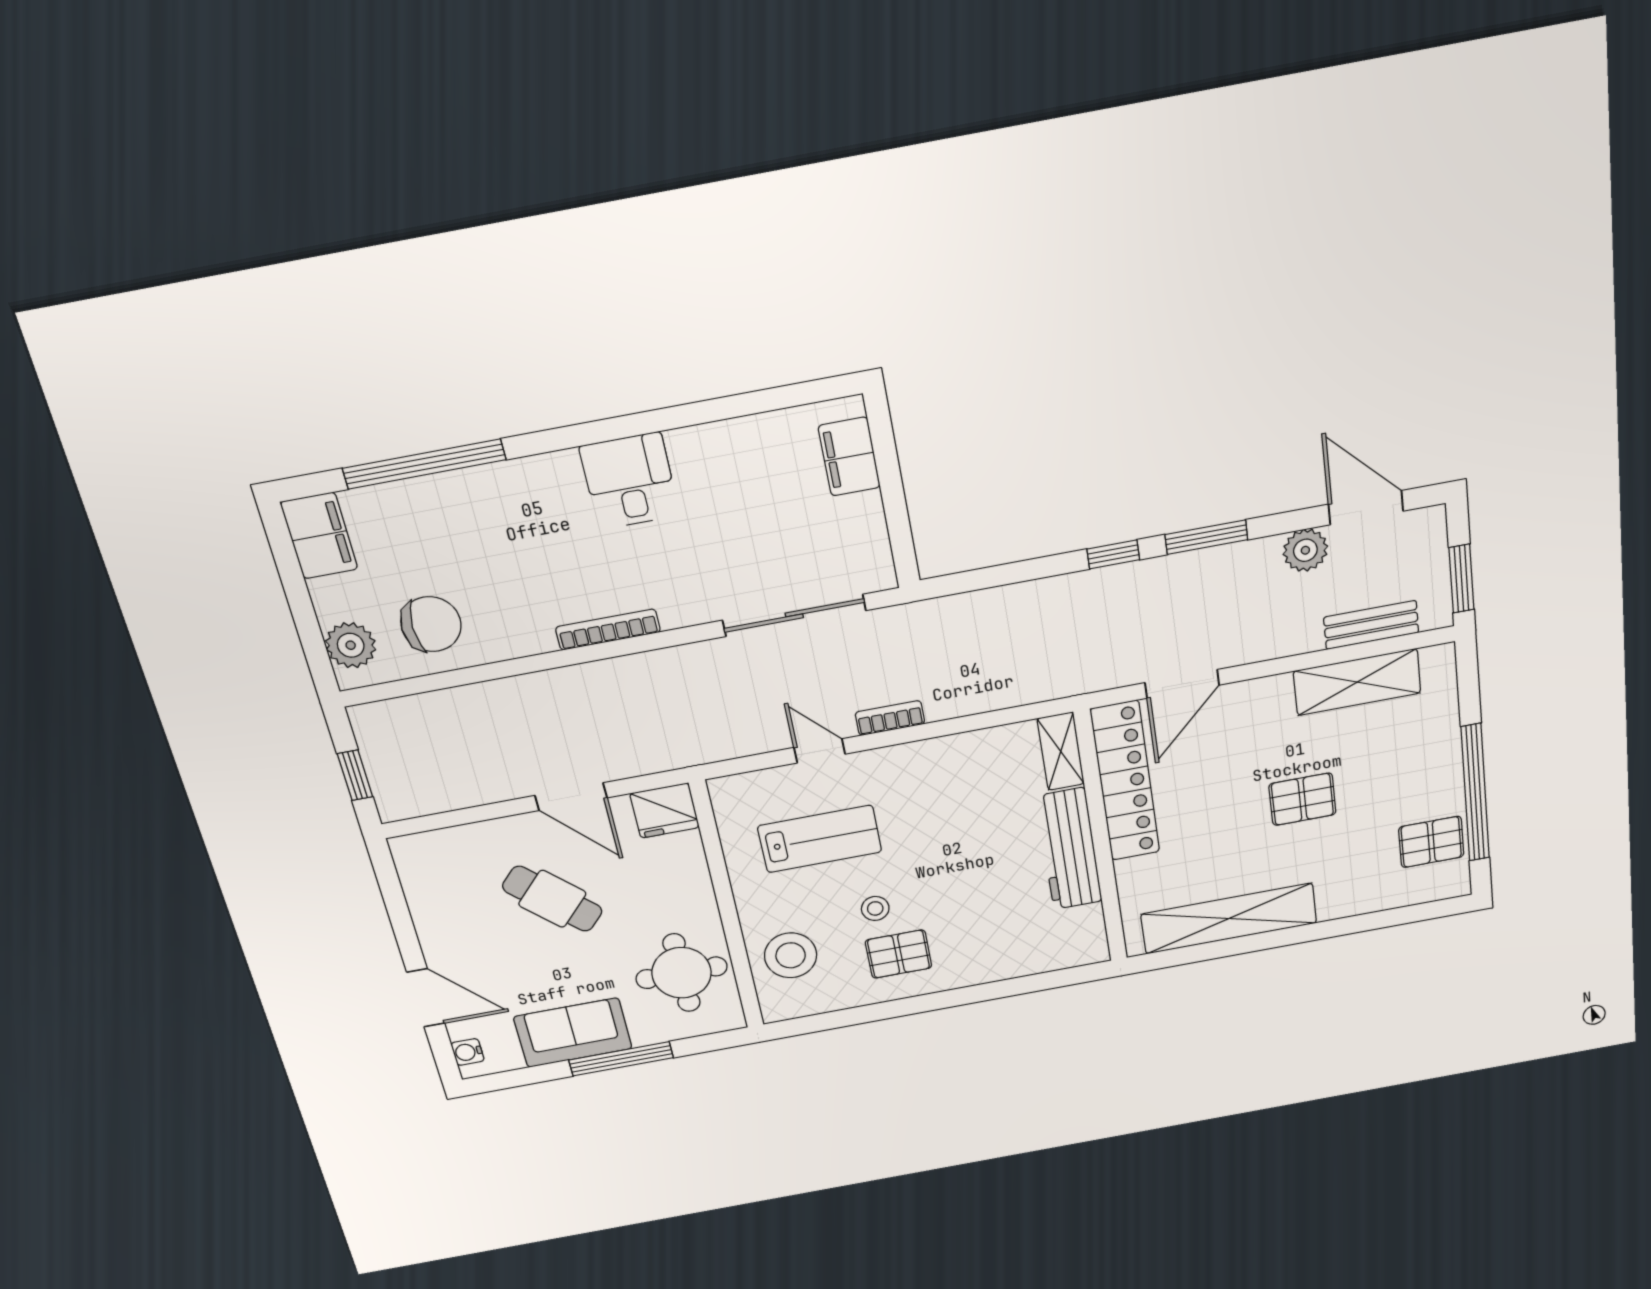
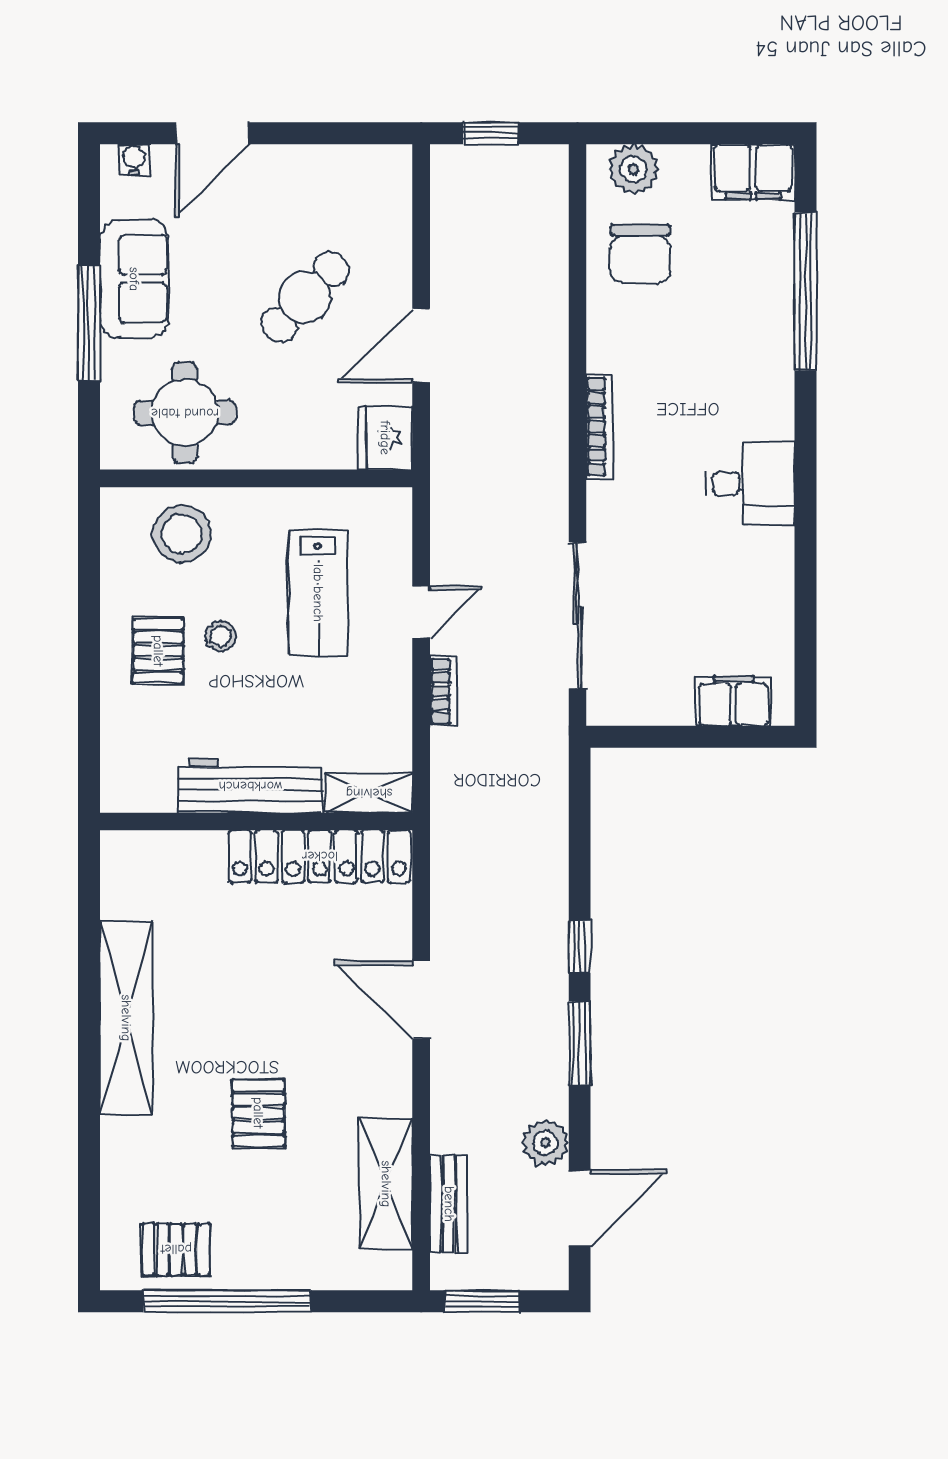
shelving: (1061, 751) -> (369, 793), moved
locker: (1125, 781) -> (320, 856), moved
wall: (1101, 838) -> (256, 821), moved
pallet: (1431, 842) -> (176, 1249), turned 90
workbench: (1069, 849) -> (250, 786), moved

